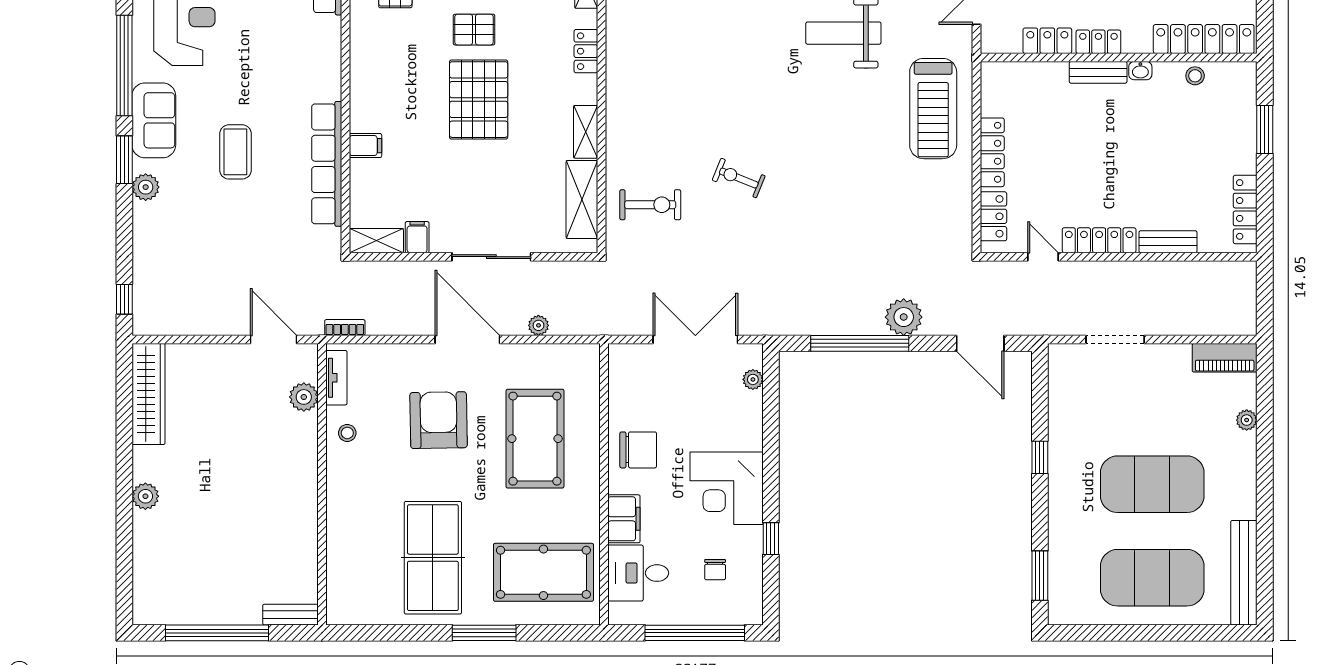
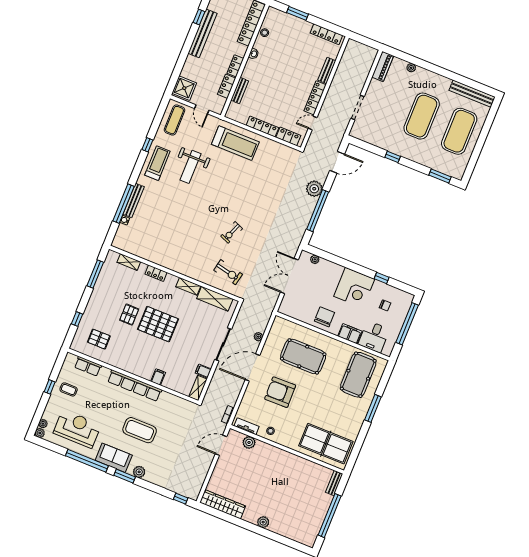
bench: (1098, 72) -> (240, 91), moved
coffee table: (235, 152) -> (140, 430), width x1.36, depth x1.32
row of seats: (327, 164) -> (135, 386), moved
exercise bike: (650, 205) -> (228, 272), turned 102
table tennis table: (433, 558) -> (326, 444), moved

